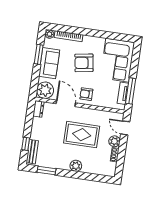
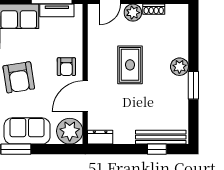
rug: (82, 135) -> (130, 65), width x0.73, depth x0.70
bench: (32, 152) -> (161, 137), width x1.36
window: (47, 170) -> (193, 85), moved

